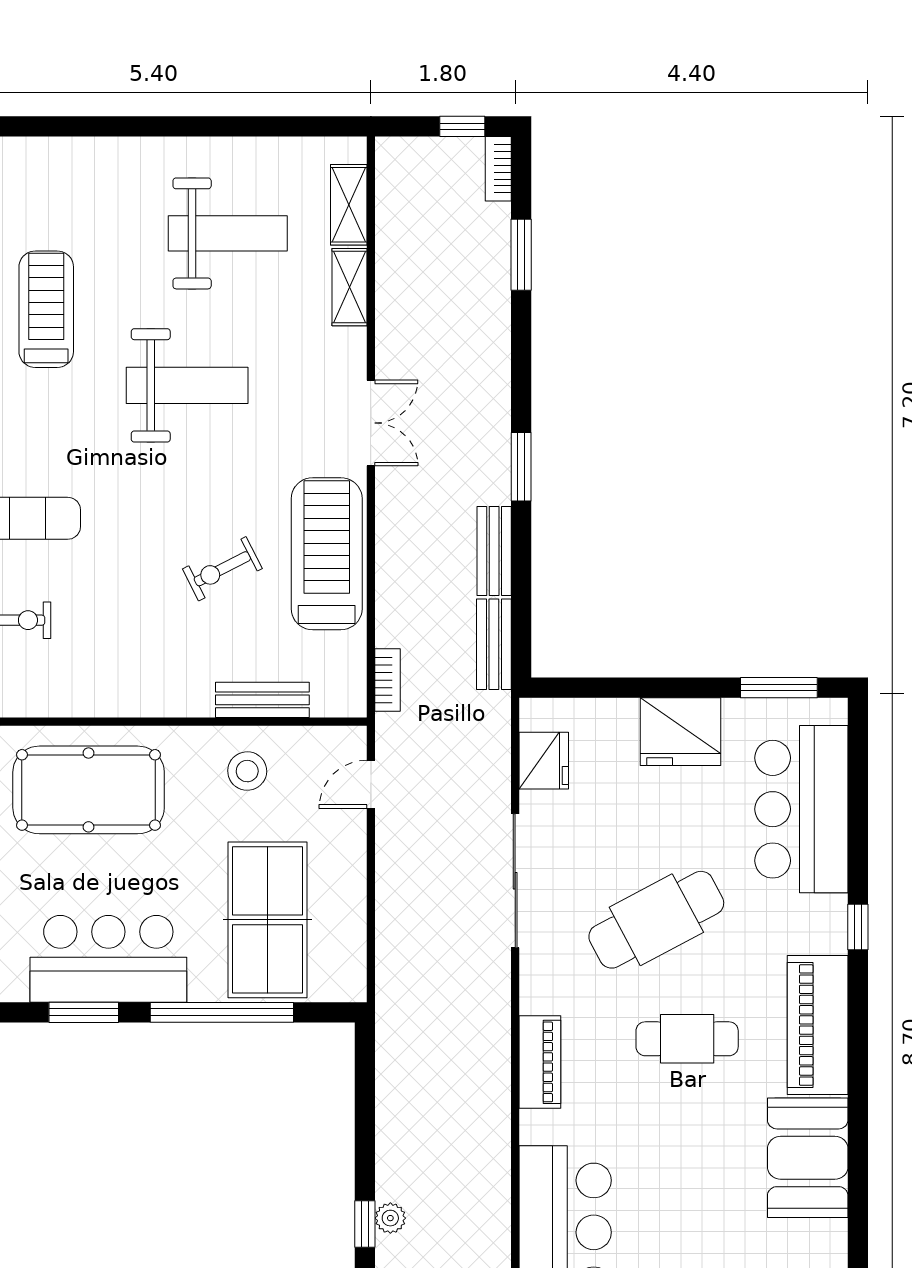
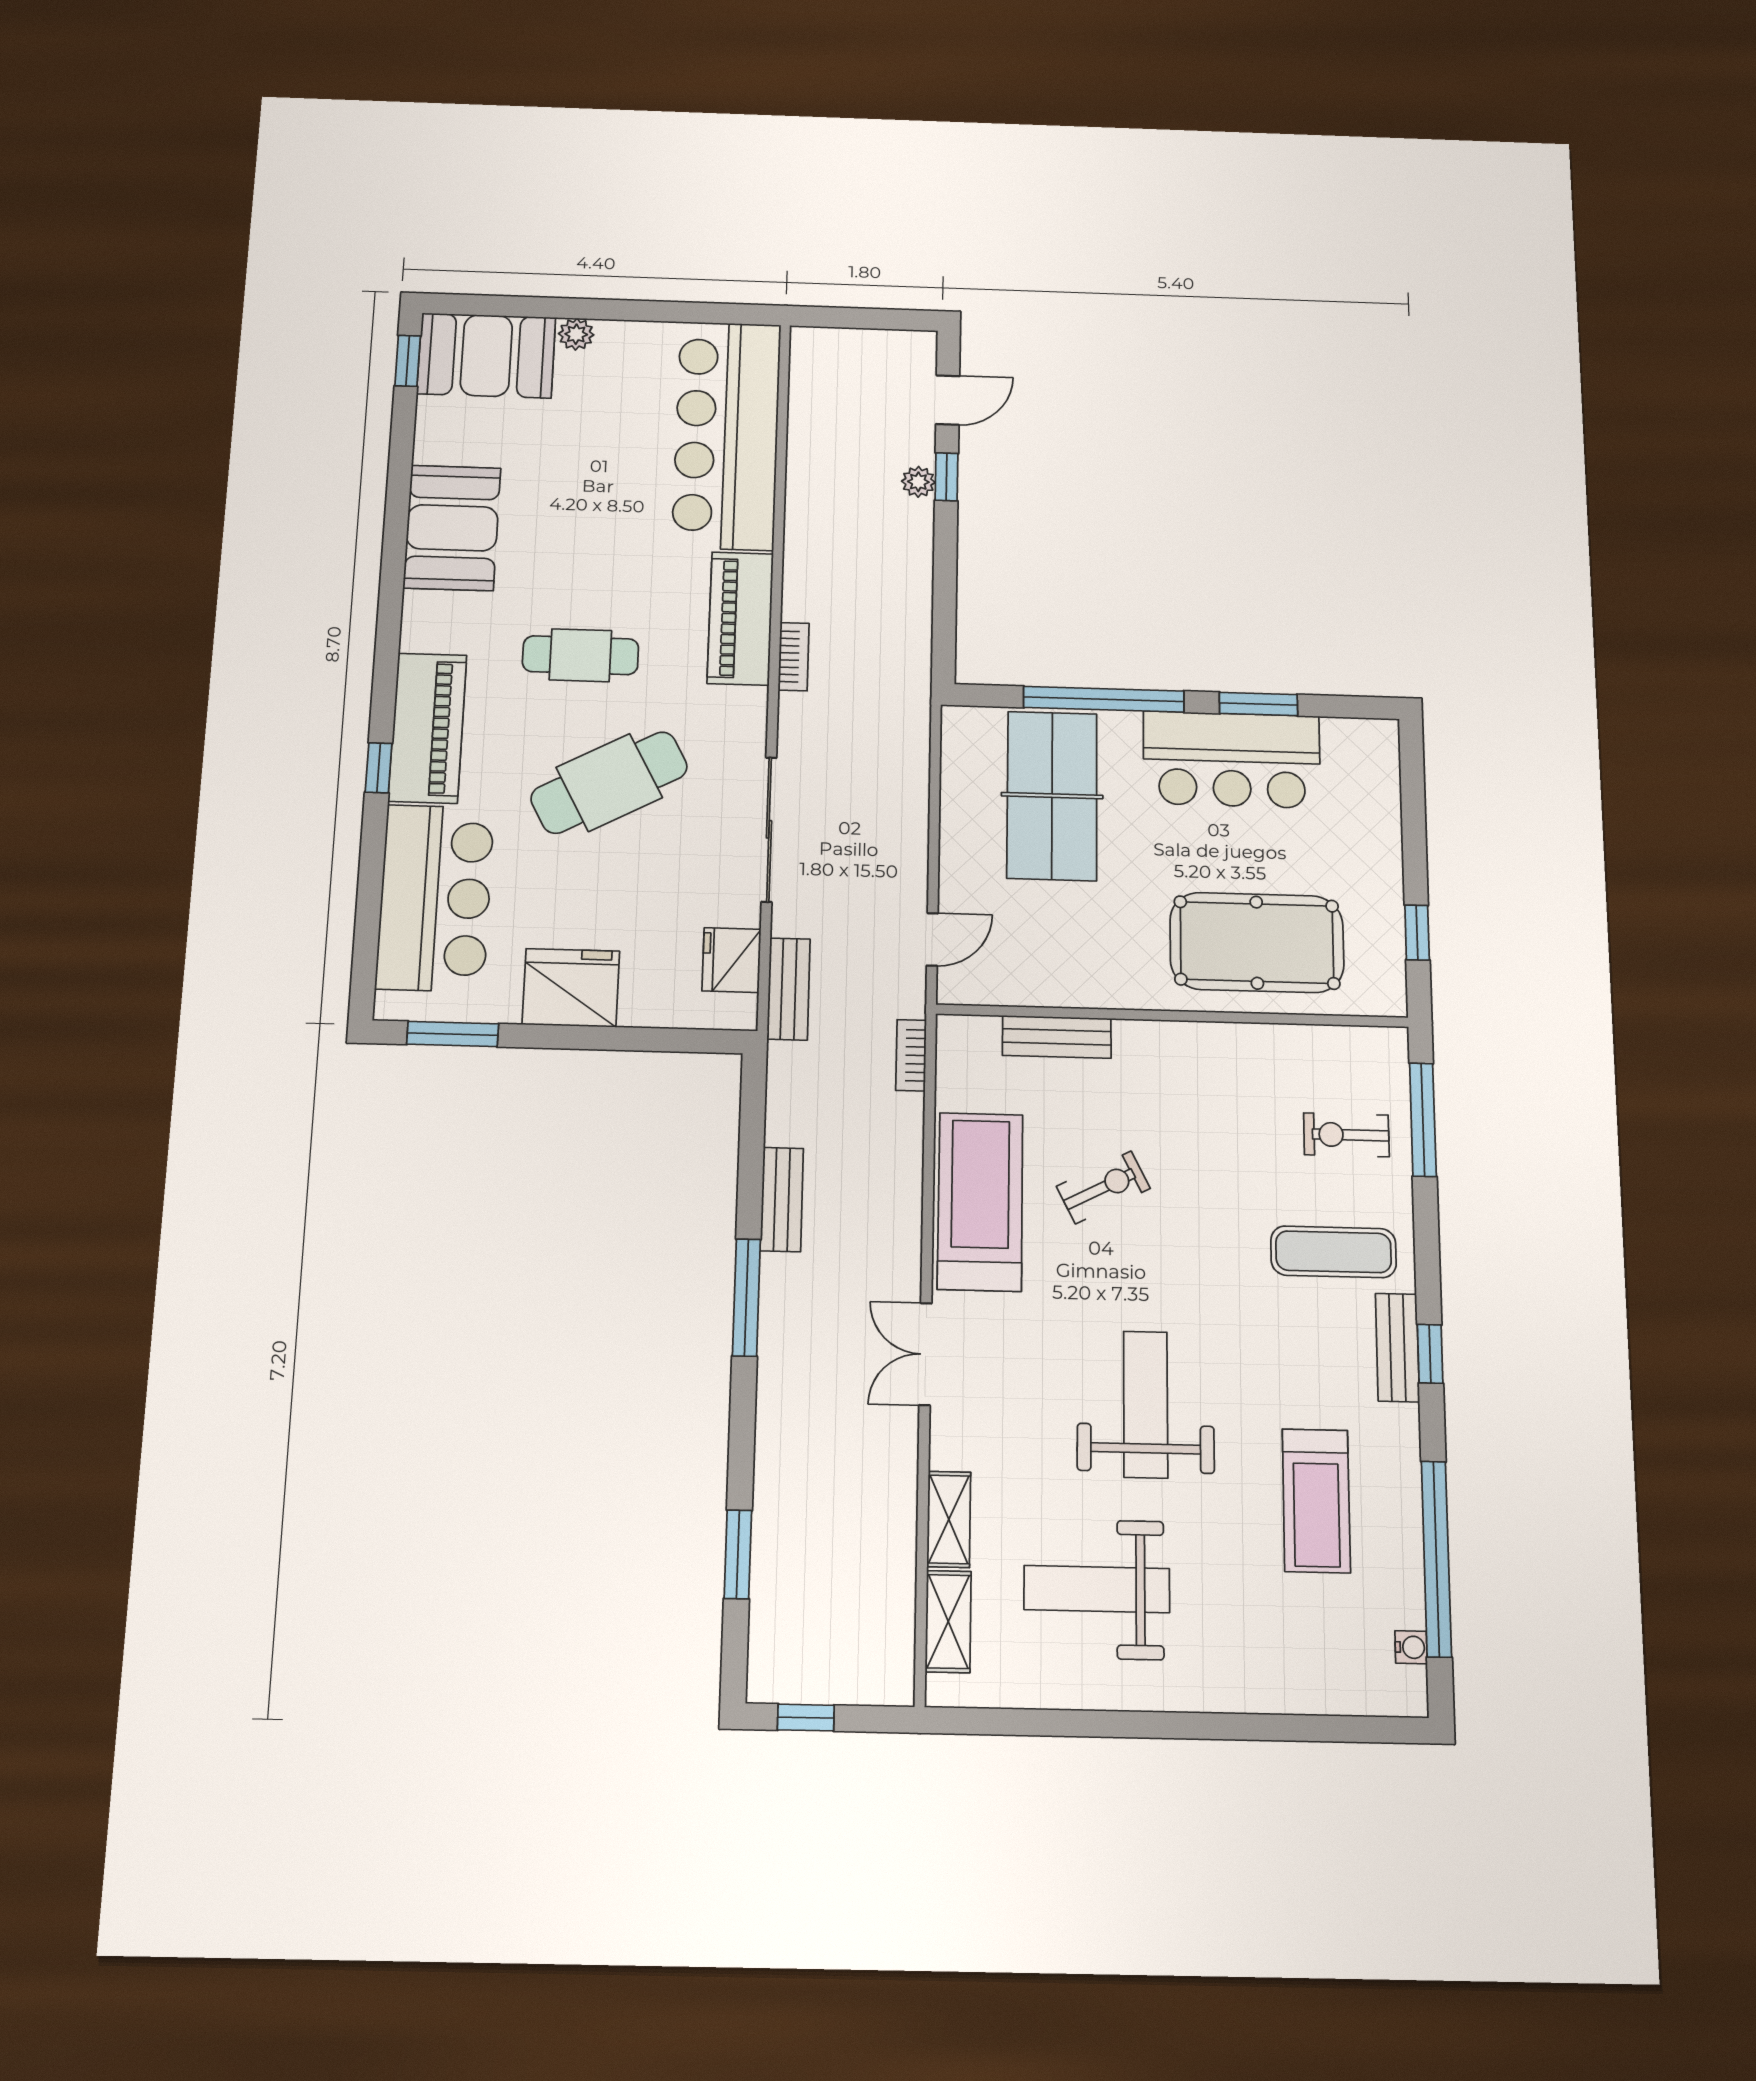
bookcase: (498, 169) -> (794, 657), moved
weight bench: (187, 385) -> (1146, 1404), turned 90
window: (521, 467) -> (746, 1297), width x1.44
treadmill: (327, 554) -> (980, 1202), turned 180
bench: (494, 644) -> (789, 989), moved
stool: (247, 771) -> (1075, 958), removed
piano: (818, 1025) -> (428, 728), moved
piano: (540, 1062) -> (740, 618), width x1.37, depth x1.33

